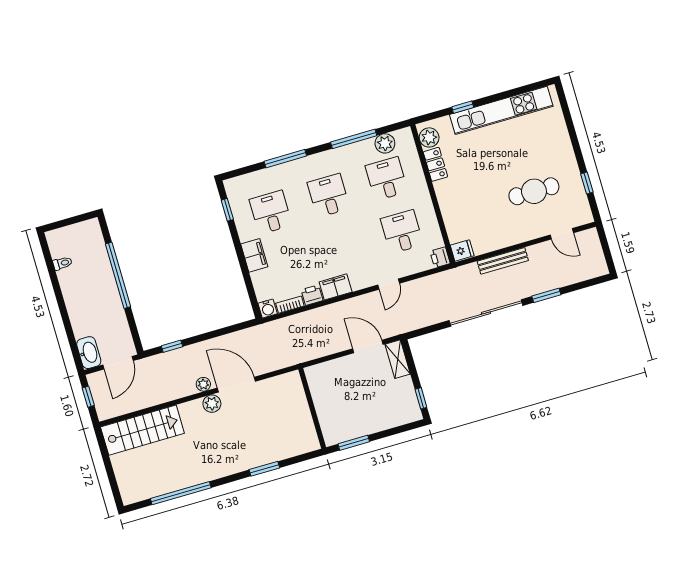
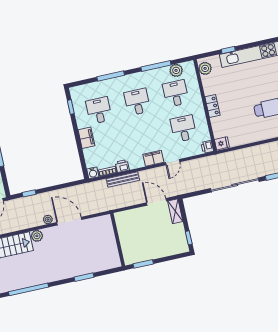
locker: (435, 164) -> (212, 106), moved
bench: (503, 261) -> (123, 179), moved
filing cabinet: (336, 287) -> (153, 158), moved
plant: (212, 404) -> (37, 236), moved

